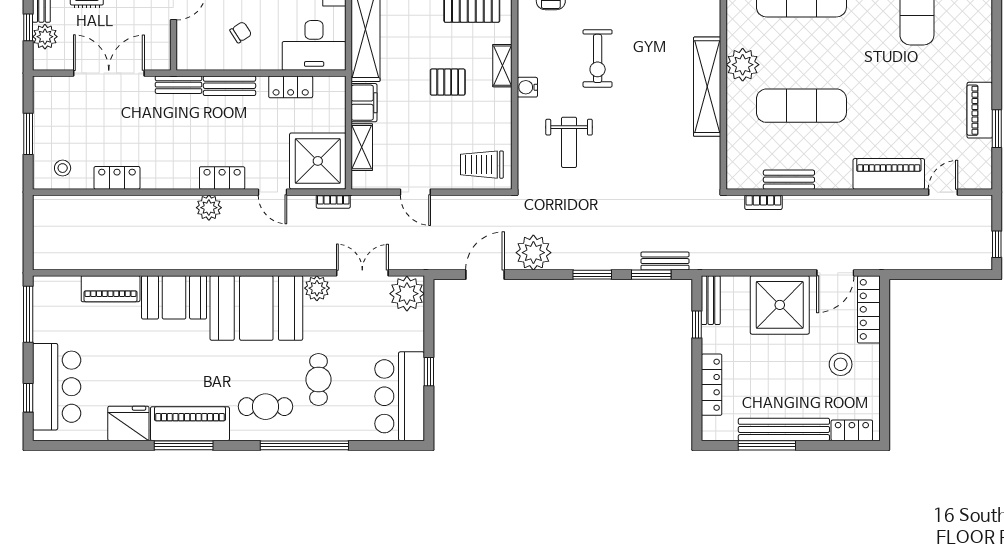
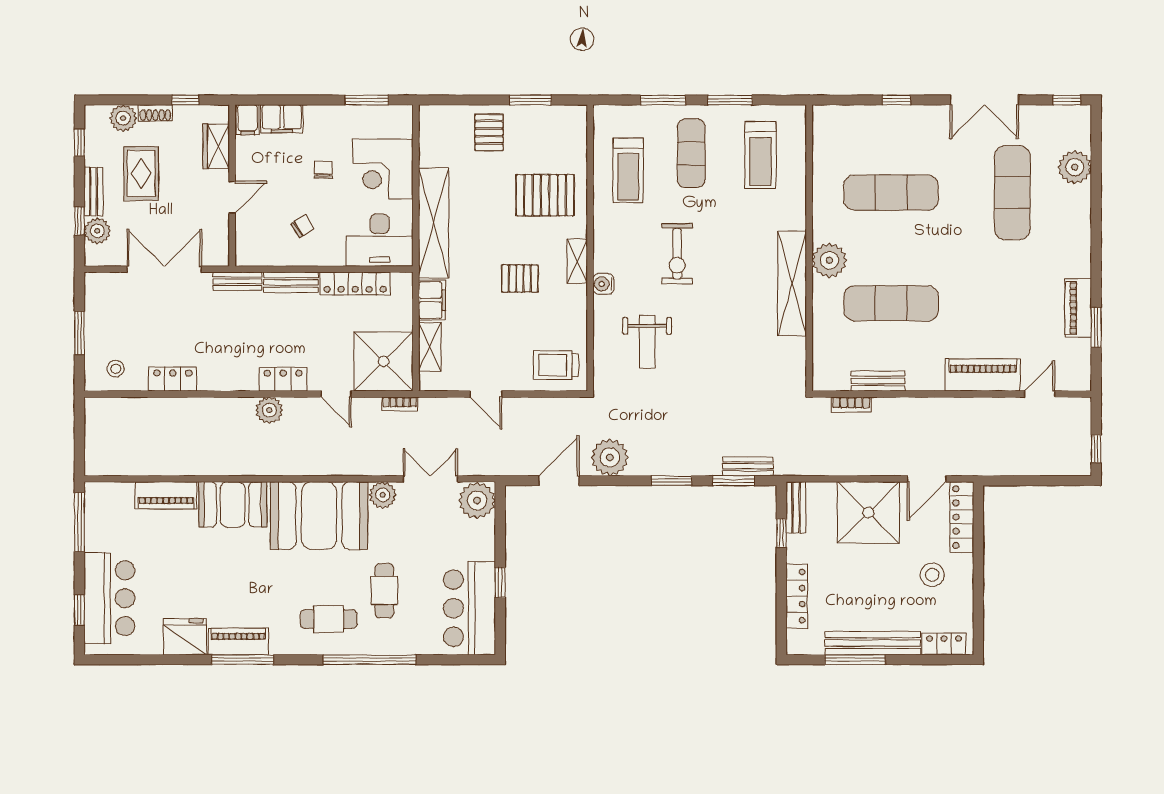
locker: (291, 87) -> (355, 284), width x1.53
piano: (190, 424) -> (238, 641), width x0.73, depth x0.75

